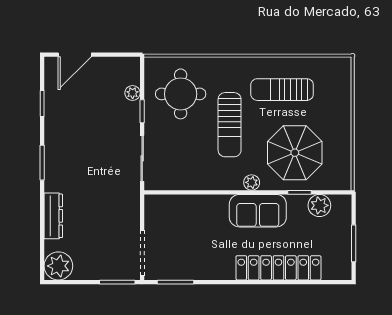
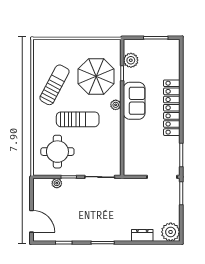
sun lounger: (282, 90) -> (54, 85), turned -152
dresser: (53, 216) -> (142, 235), width x0.70
locker: (278, 268) -> (172, 108), moved

